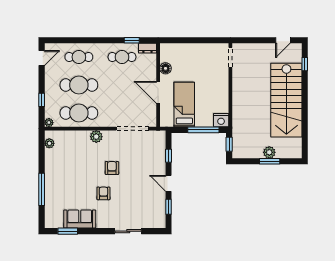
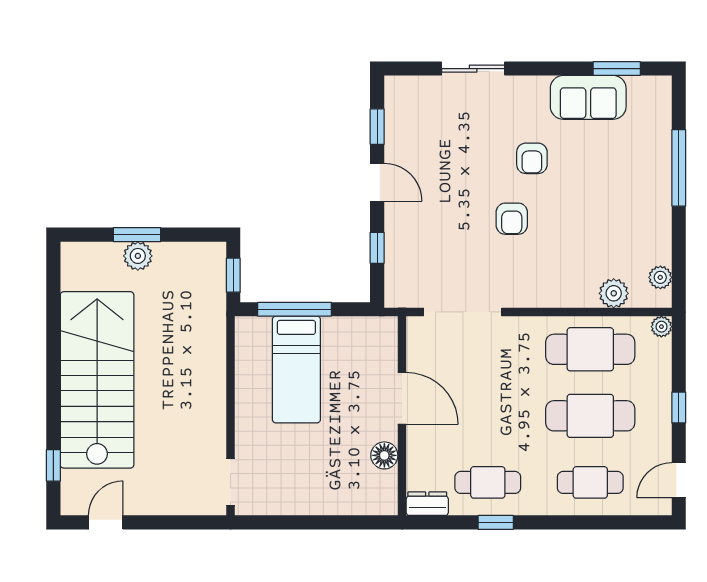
window: (132, 40) -> (496, 522), moved
window: (42, 100) -> (679, 408), moved
bed: (184, 105) -> (296, 370), moved
nightstand: (221, 120) -> (252, 332), removed
plant: (96, 137) -> (614, 293), moved

